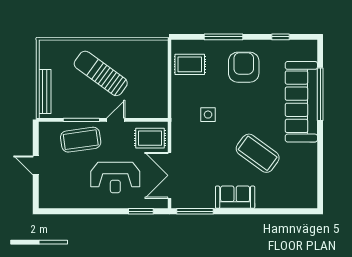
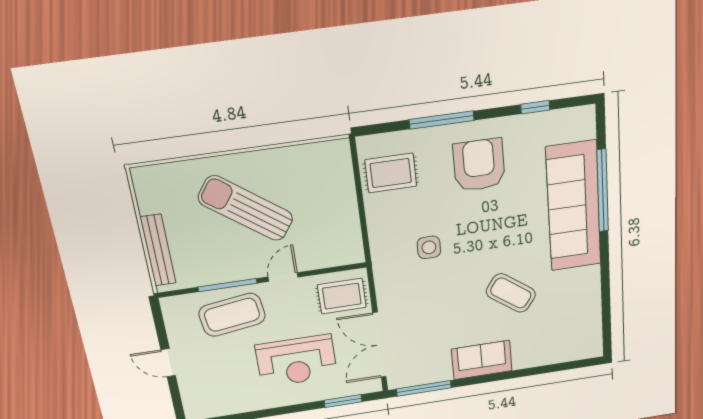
coffee table: (258, 153) -> (511, 293), width x0.73, depth x0.76

